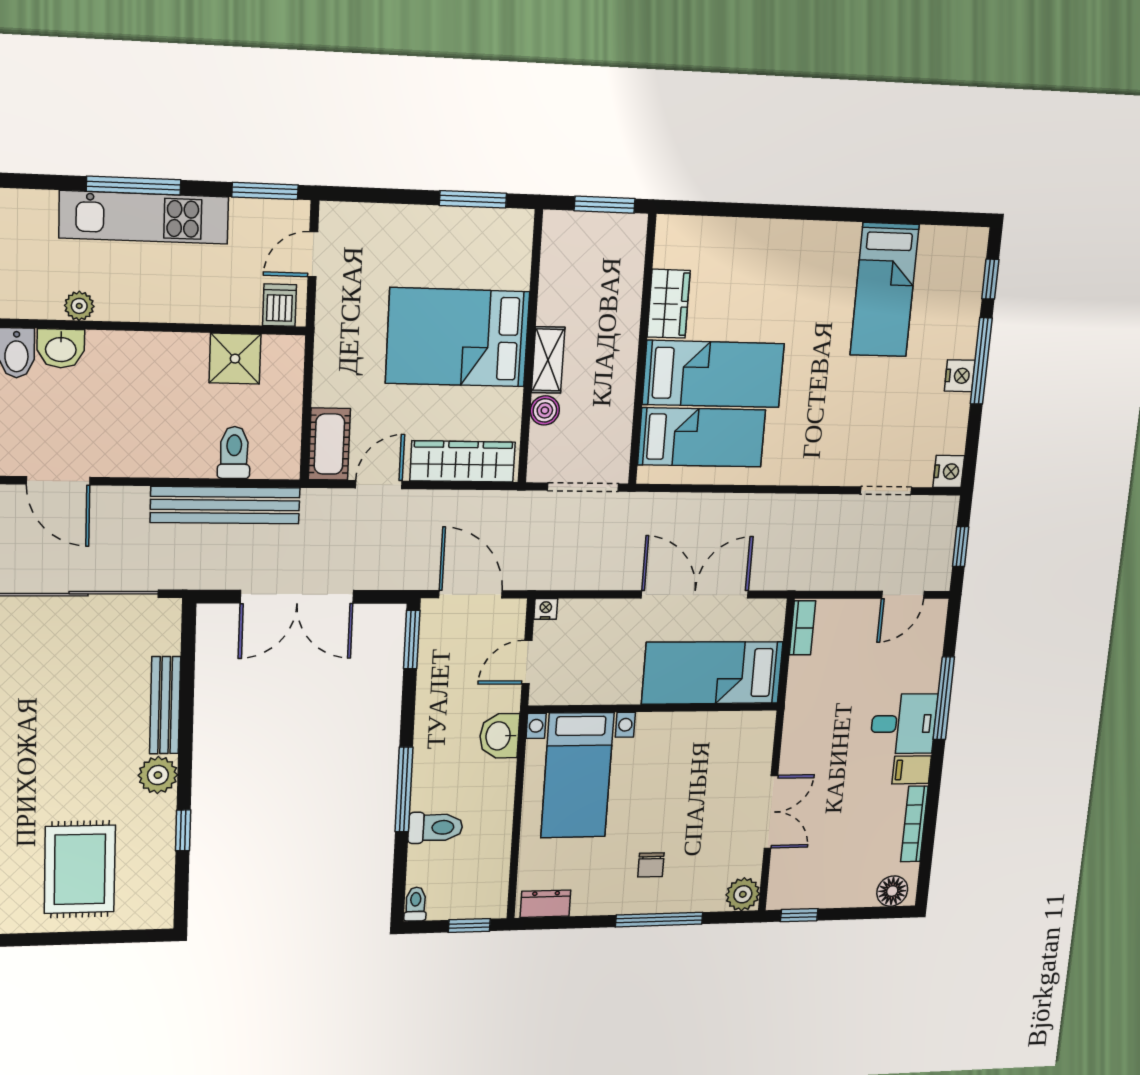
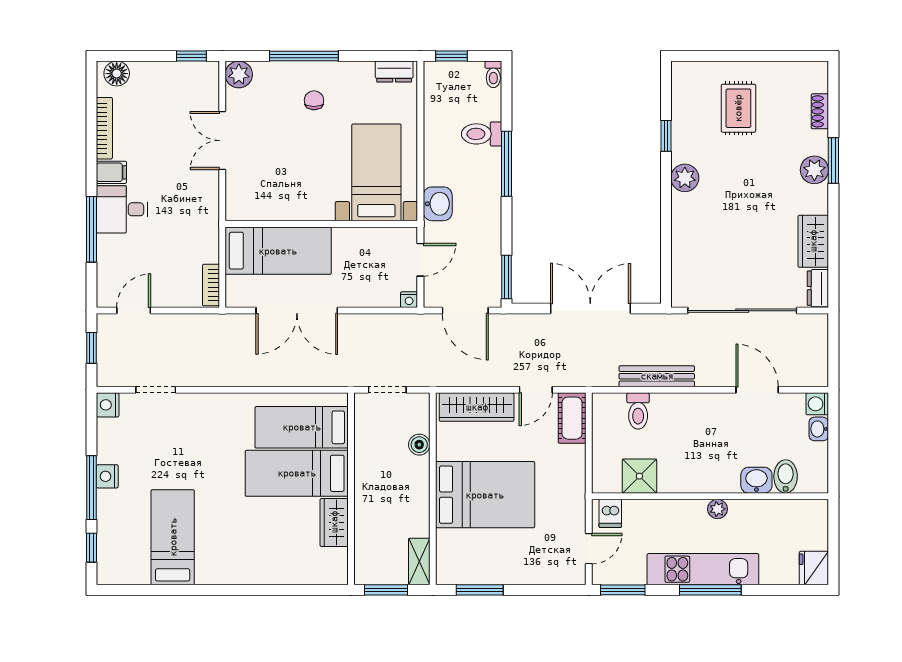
plant: (79, 306) -> (718, 509), moved
shelving: (548, 360) -> (419, 561), moved
doorway: (583, 487) -> (387, 390), width x0.73
bench: (225, 505) -> (657, 376), width x0.73, depth x0.82
bench: (165, 705) -> (681, 230), removed
rug: (80, 869) -> (738, 108), width x0.73, depth x0.70

